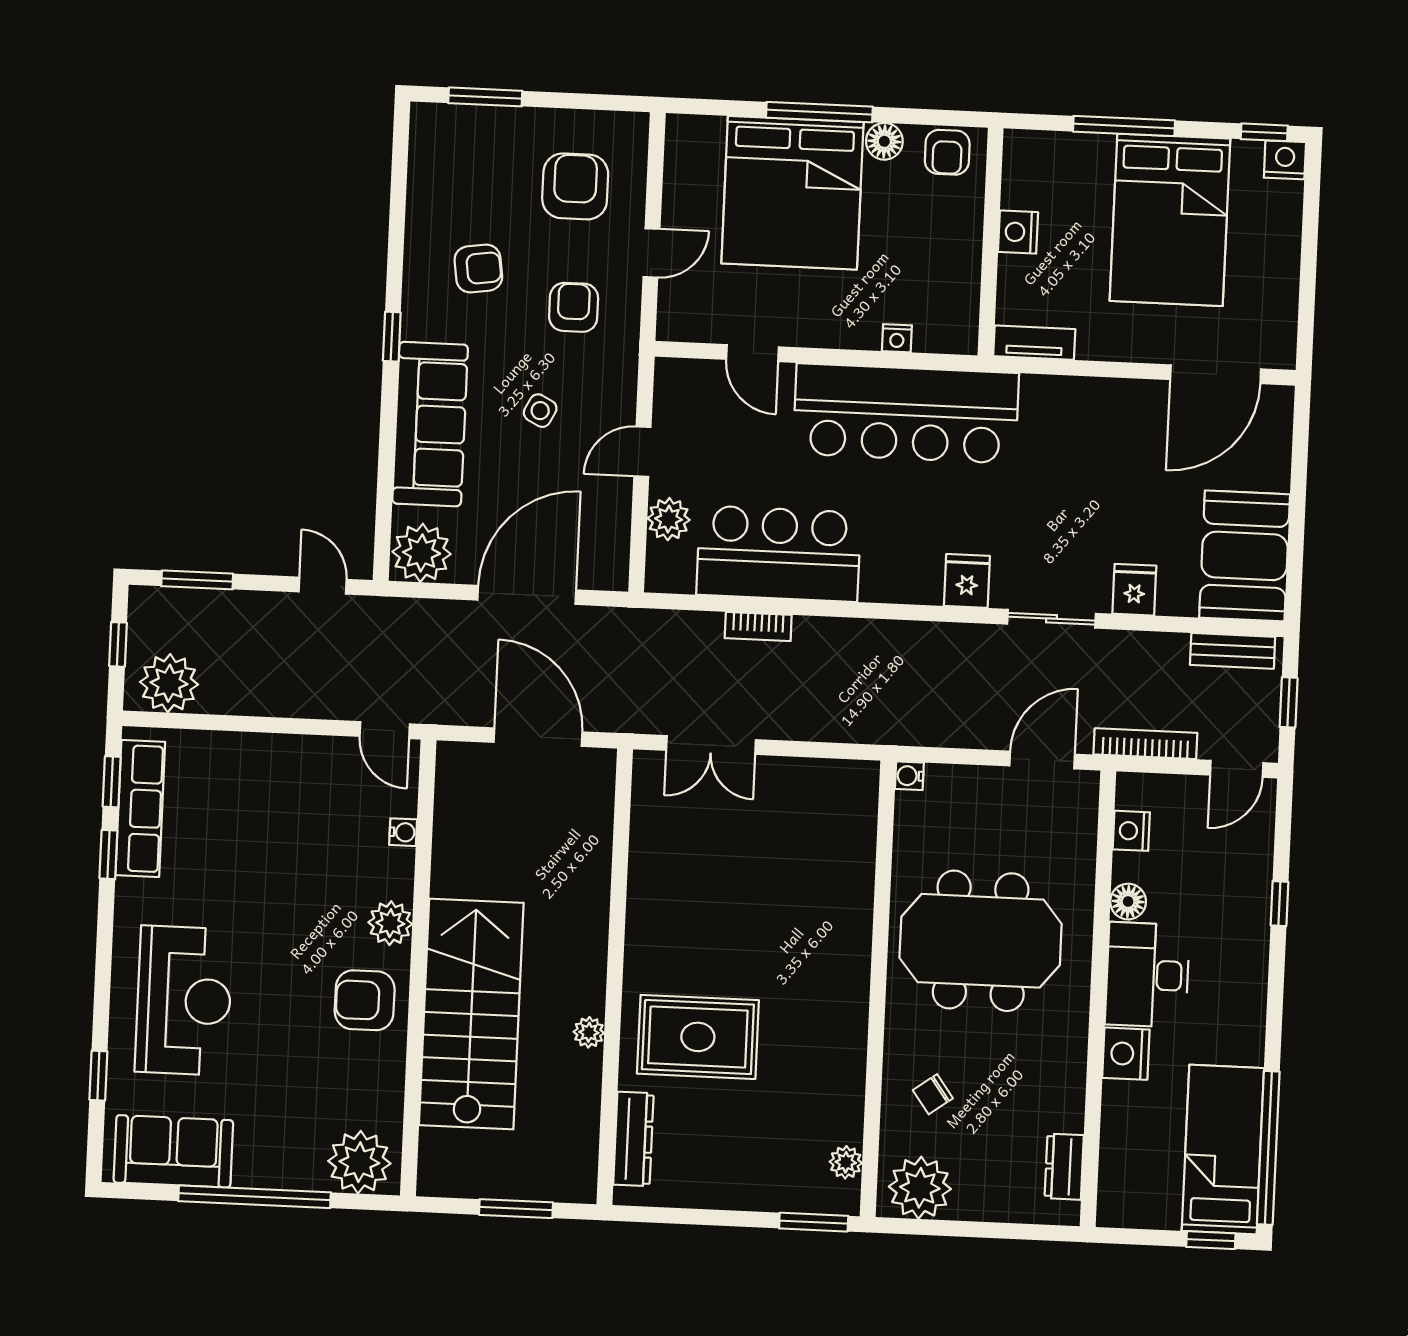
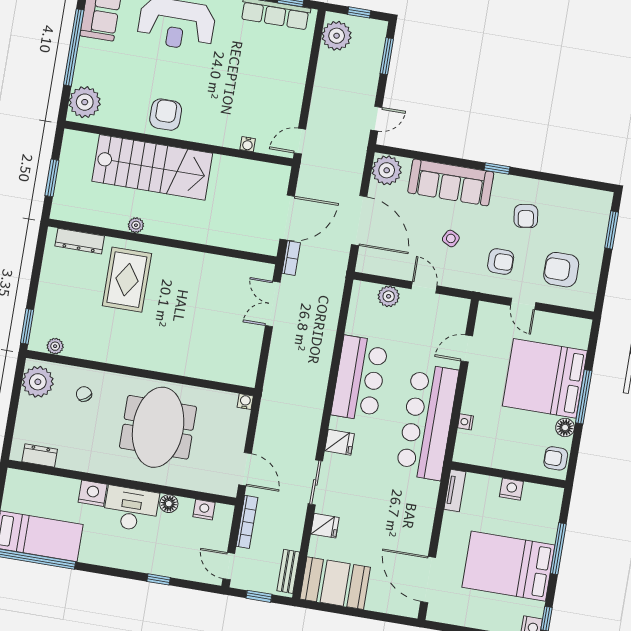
armchair: (575, 186) -> (561, 270), turned 180
bar counter: (779, 554) -> (360, 379), moved
bookcase: (758, 626) -> (291, 258), moved, turned 180
plant: (390, 923) -> (203, 132), removed

